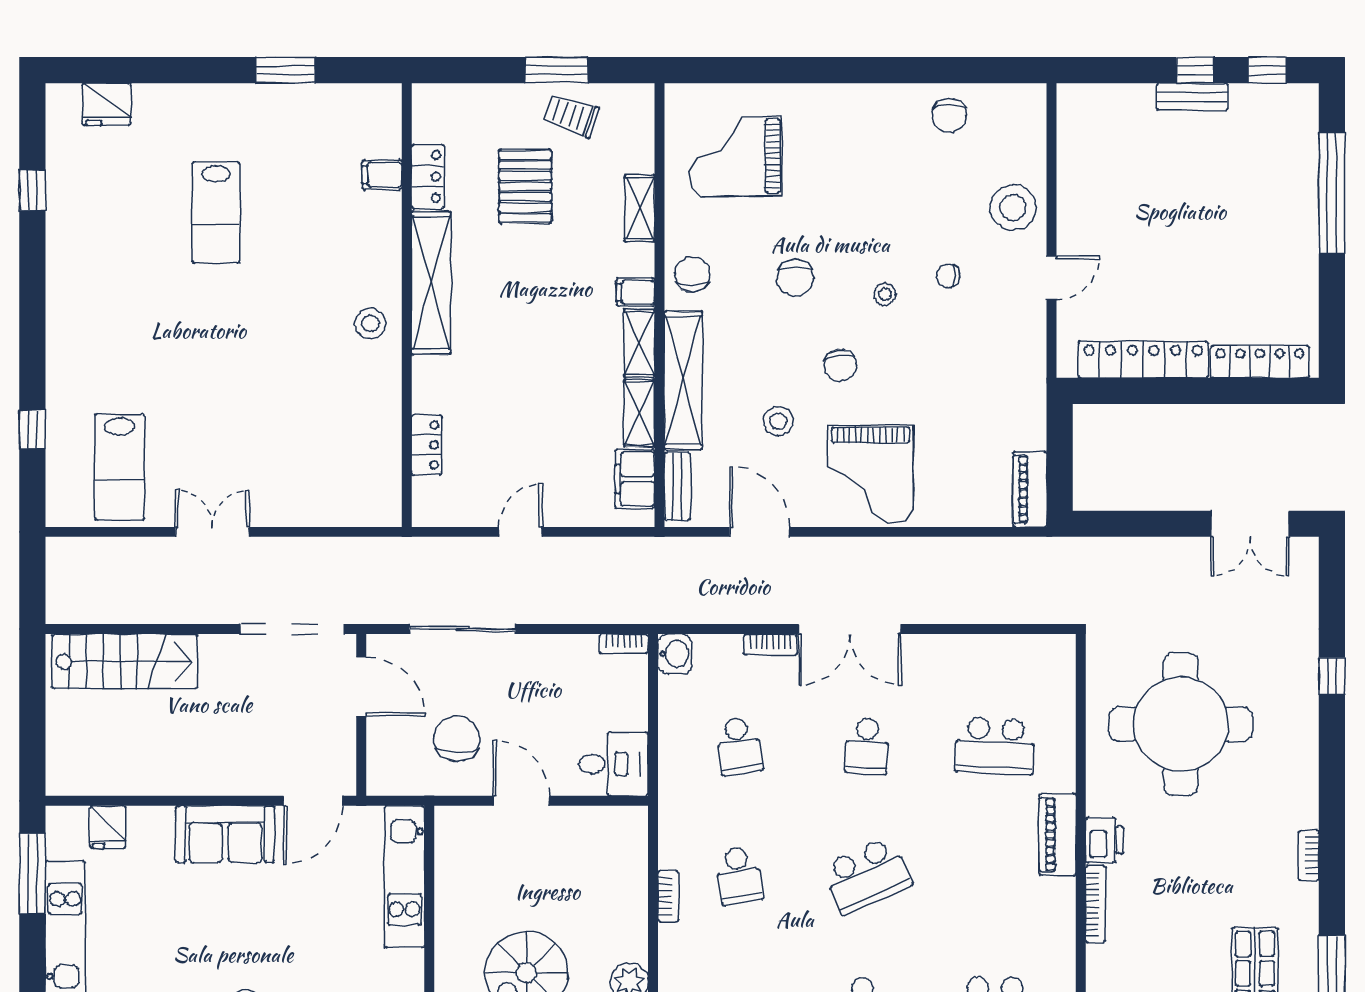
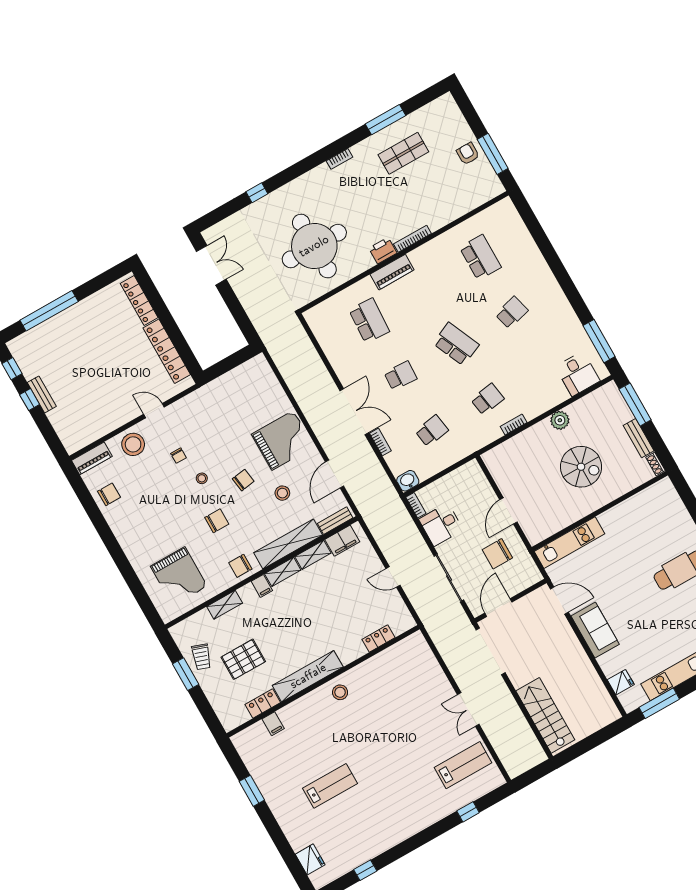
piano: (1030, 489) -> (92, 458), moved
desk: (614, 764) -> (441, 525), moved, turned -90

